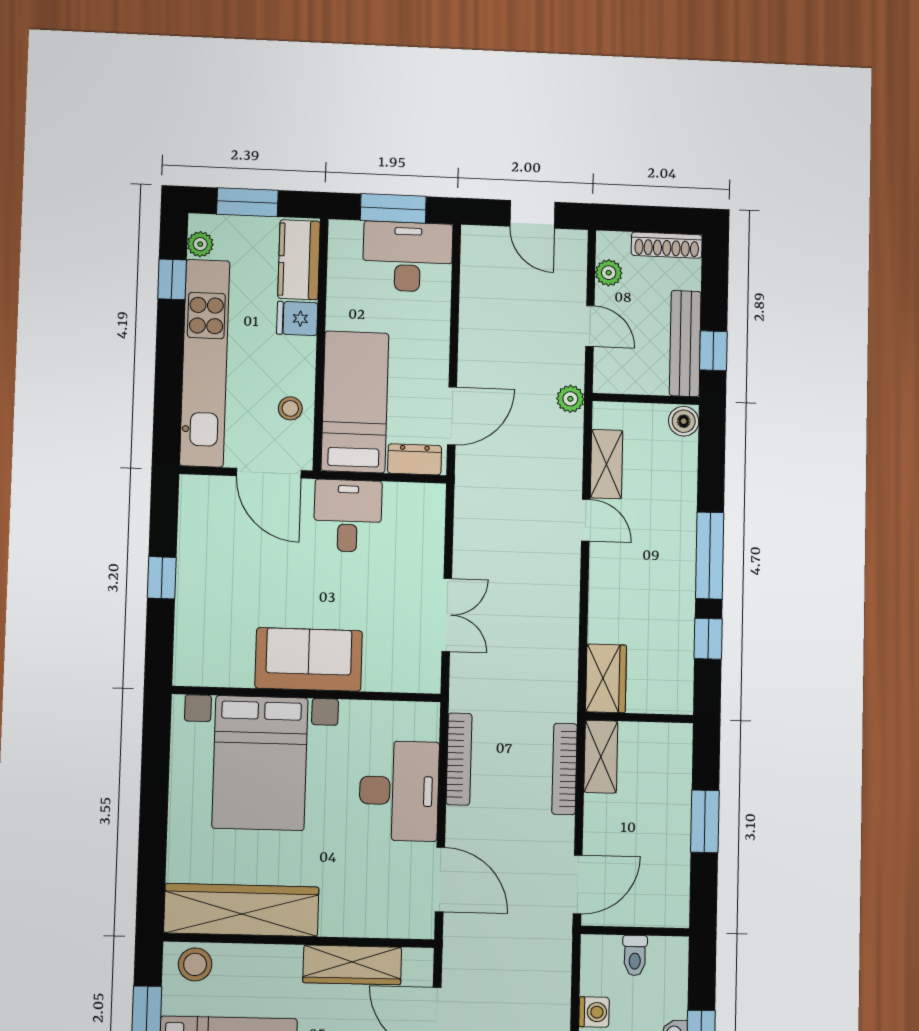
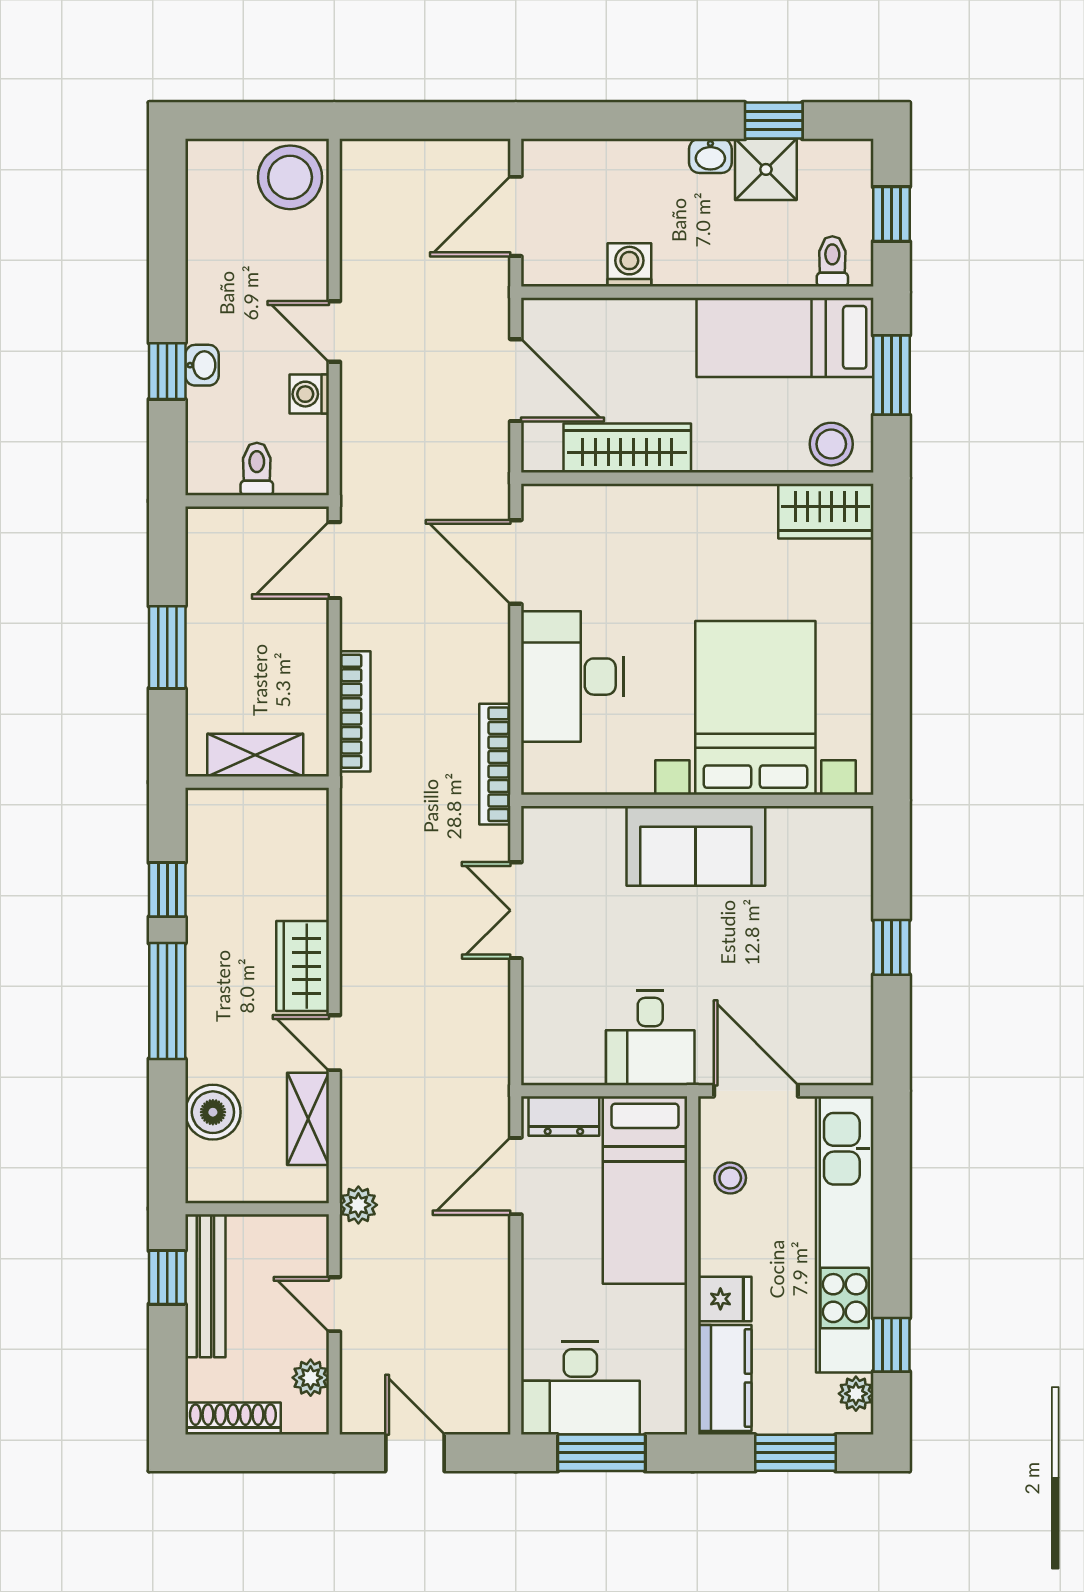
boiler: (684, 421) -> (213, 1112), moved, width x1.36, depth x1.36
wardrobe: (606, 678) -> (303, 966), moved
shelving: (601, 757) -> (255, 755), moved, turned 90
bookcase: (459, 759) -> (495, 764), moved
wardrobe: (241, 910) -> (826, 511), width x0.48, depth x0.85

